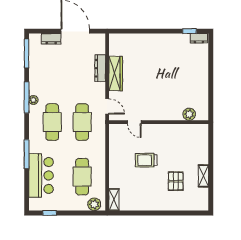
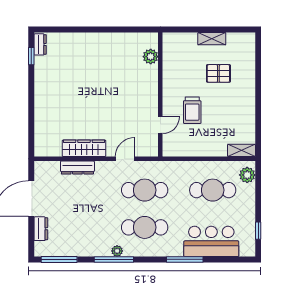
plant: (189, 114) -> (151, 57), moved
door: (134, 122) -> (160, 125), moved
wall: (159, 122) -> (160, 95), moved

